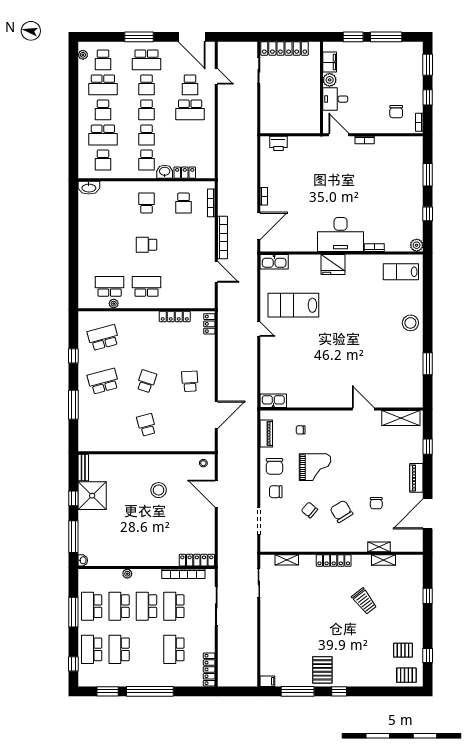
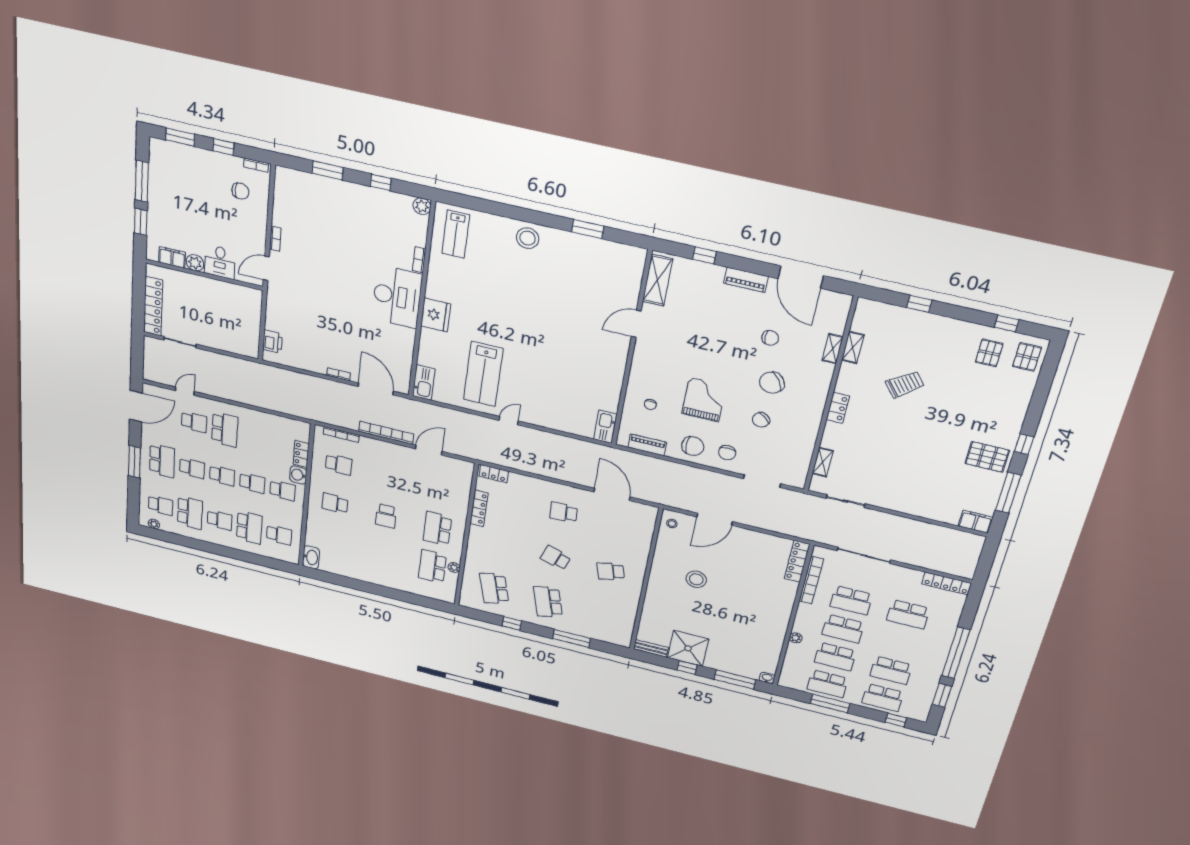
locker: (334, 561) -> (838, 408), width x0.66
filing cabinet: (267, 681) -> (975, 522), width x2.00

